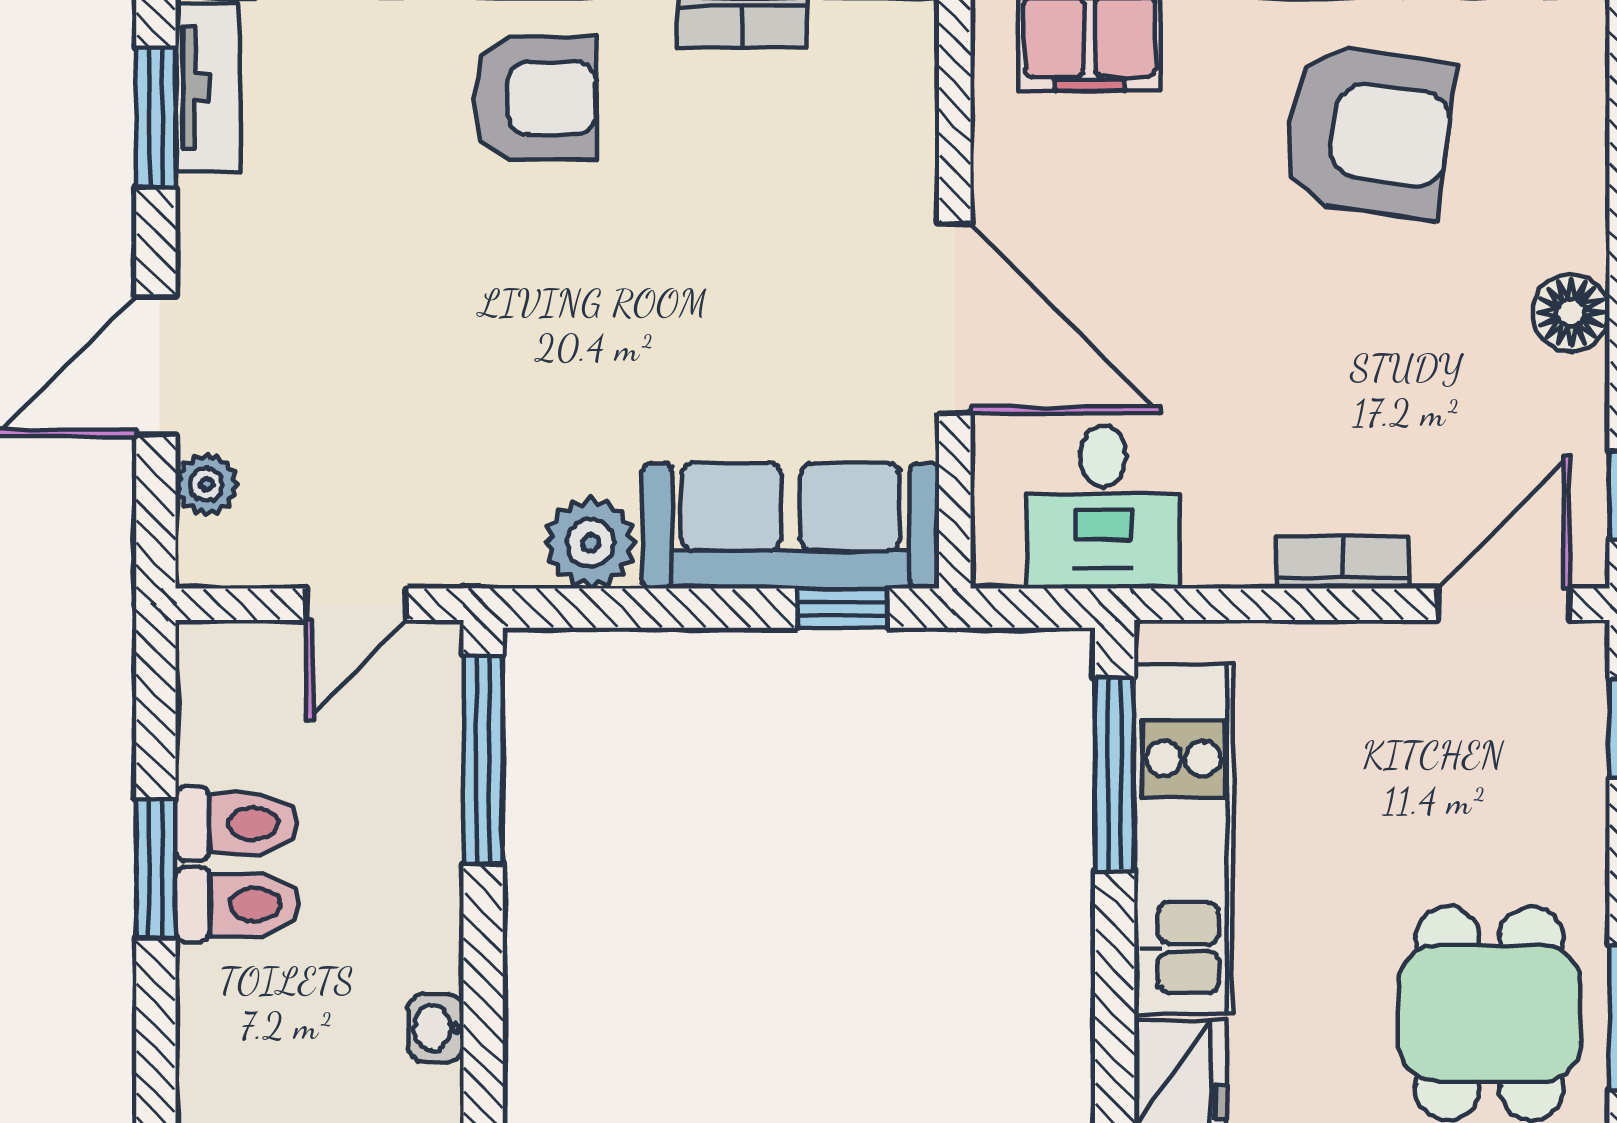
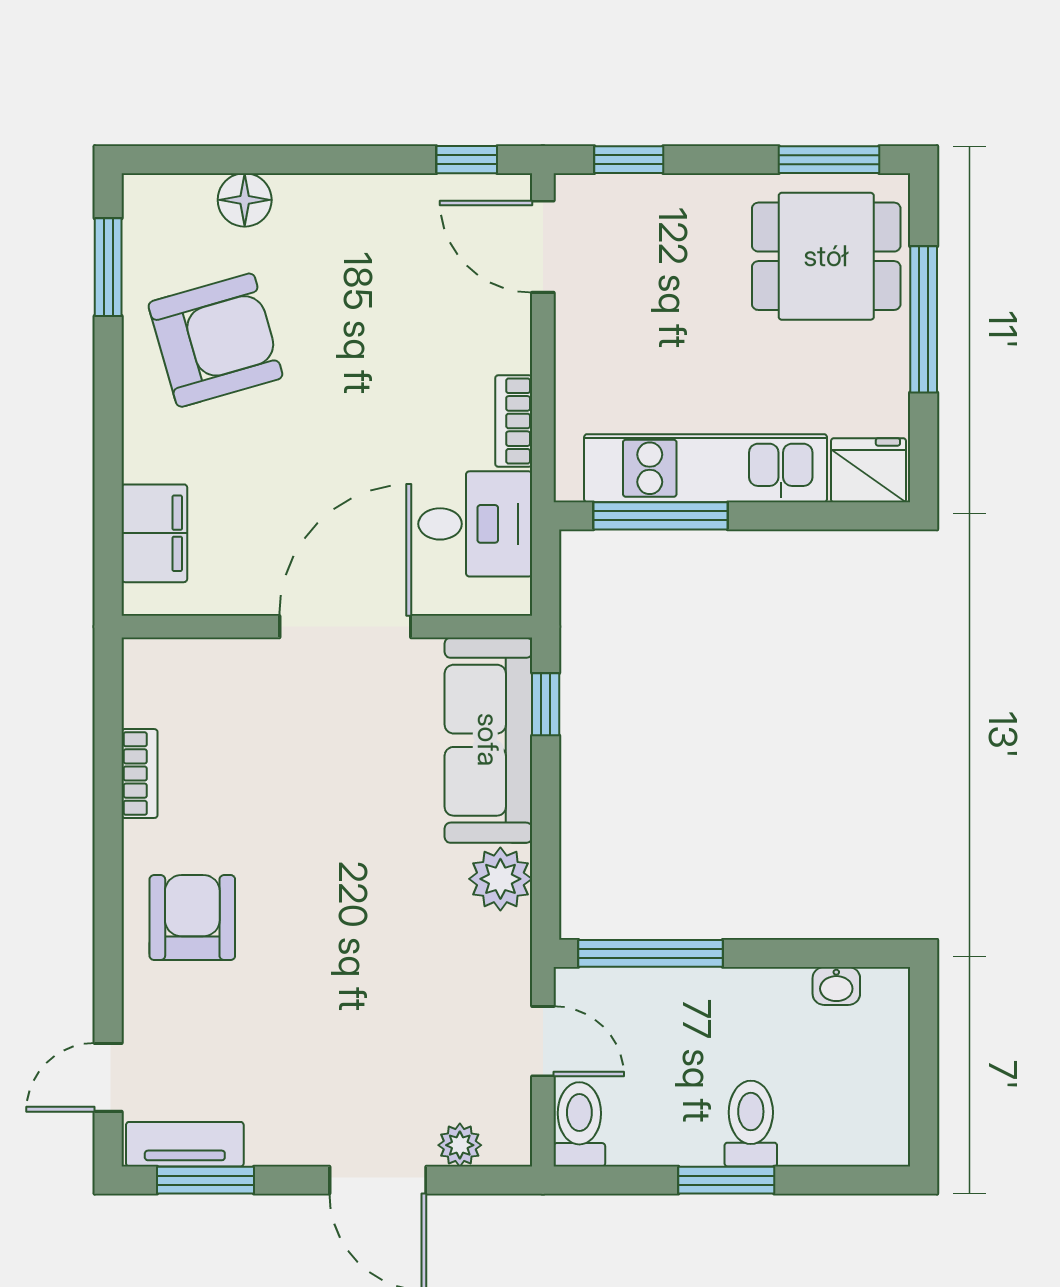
armchair: (1368, 132) -> (215, 340), turned 66
floor lamp: (1571, 312) -> (245, 200), moved
bookcase: (1343, 562) -> (514, 421), moved
toilet: (236, 823) -> (579, 1124), moved

